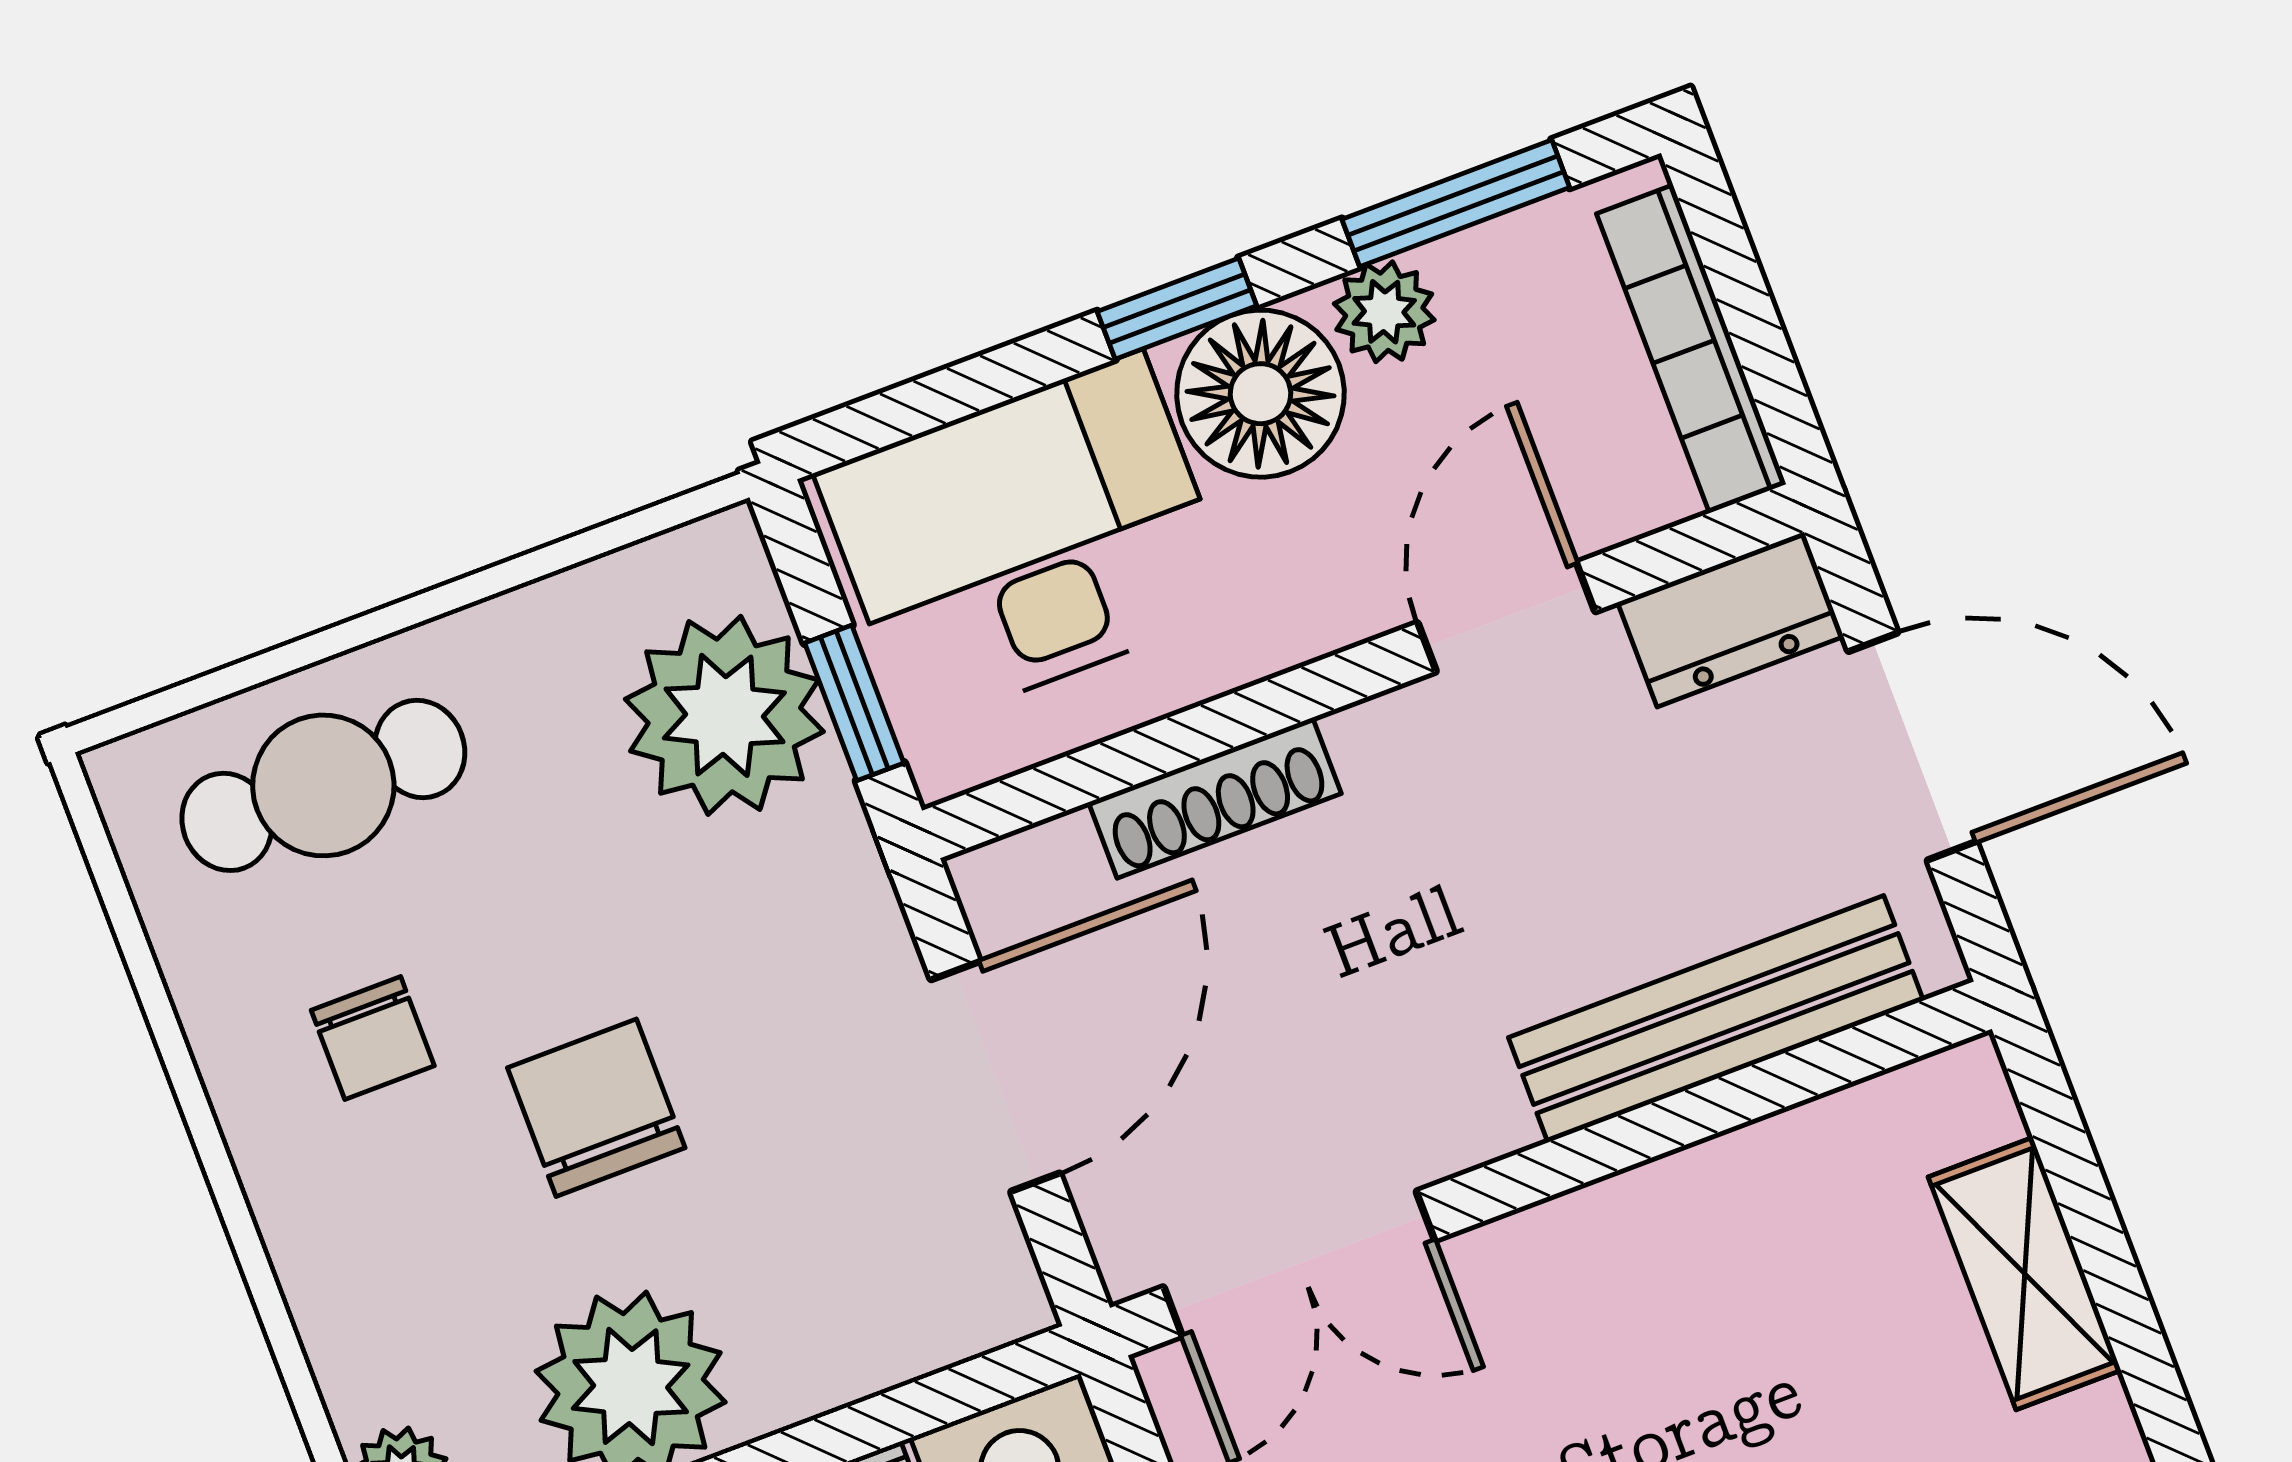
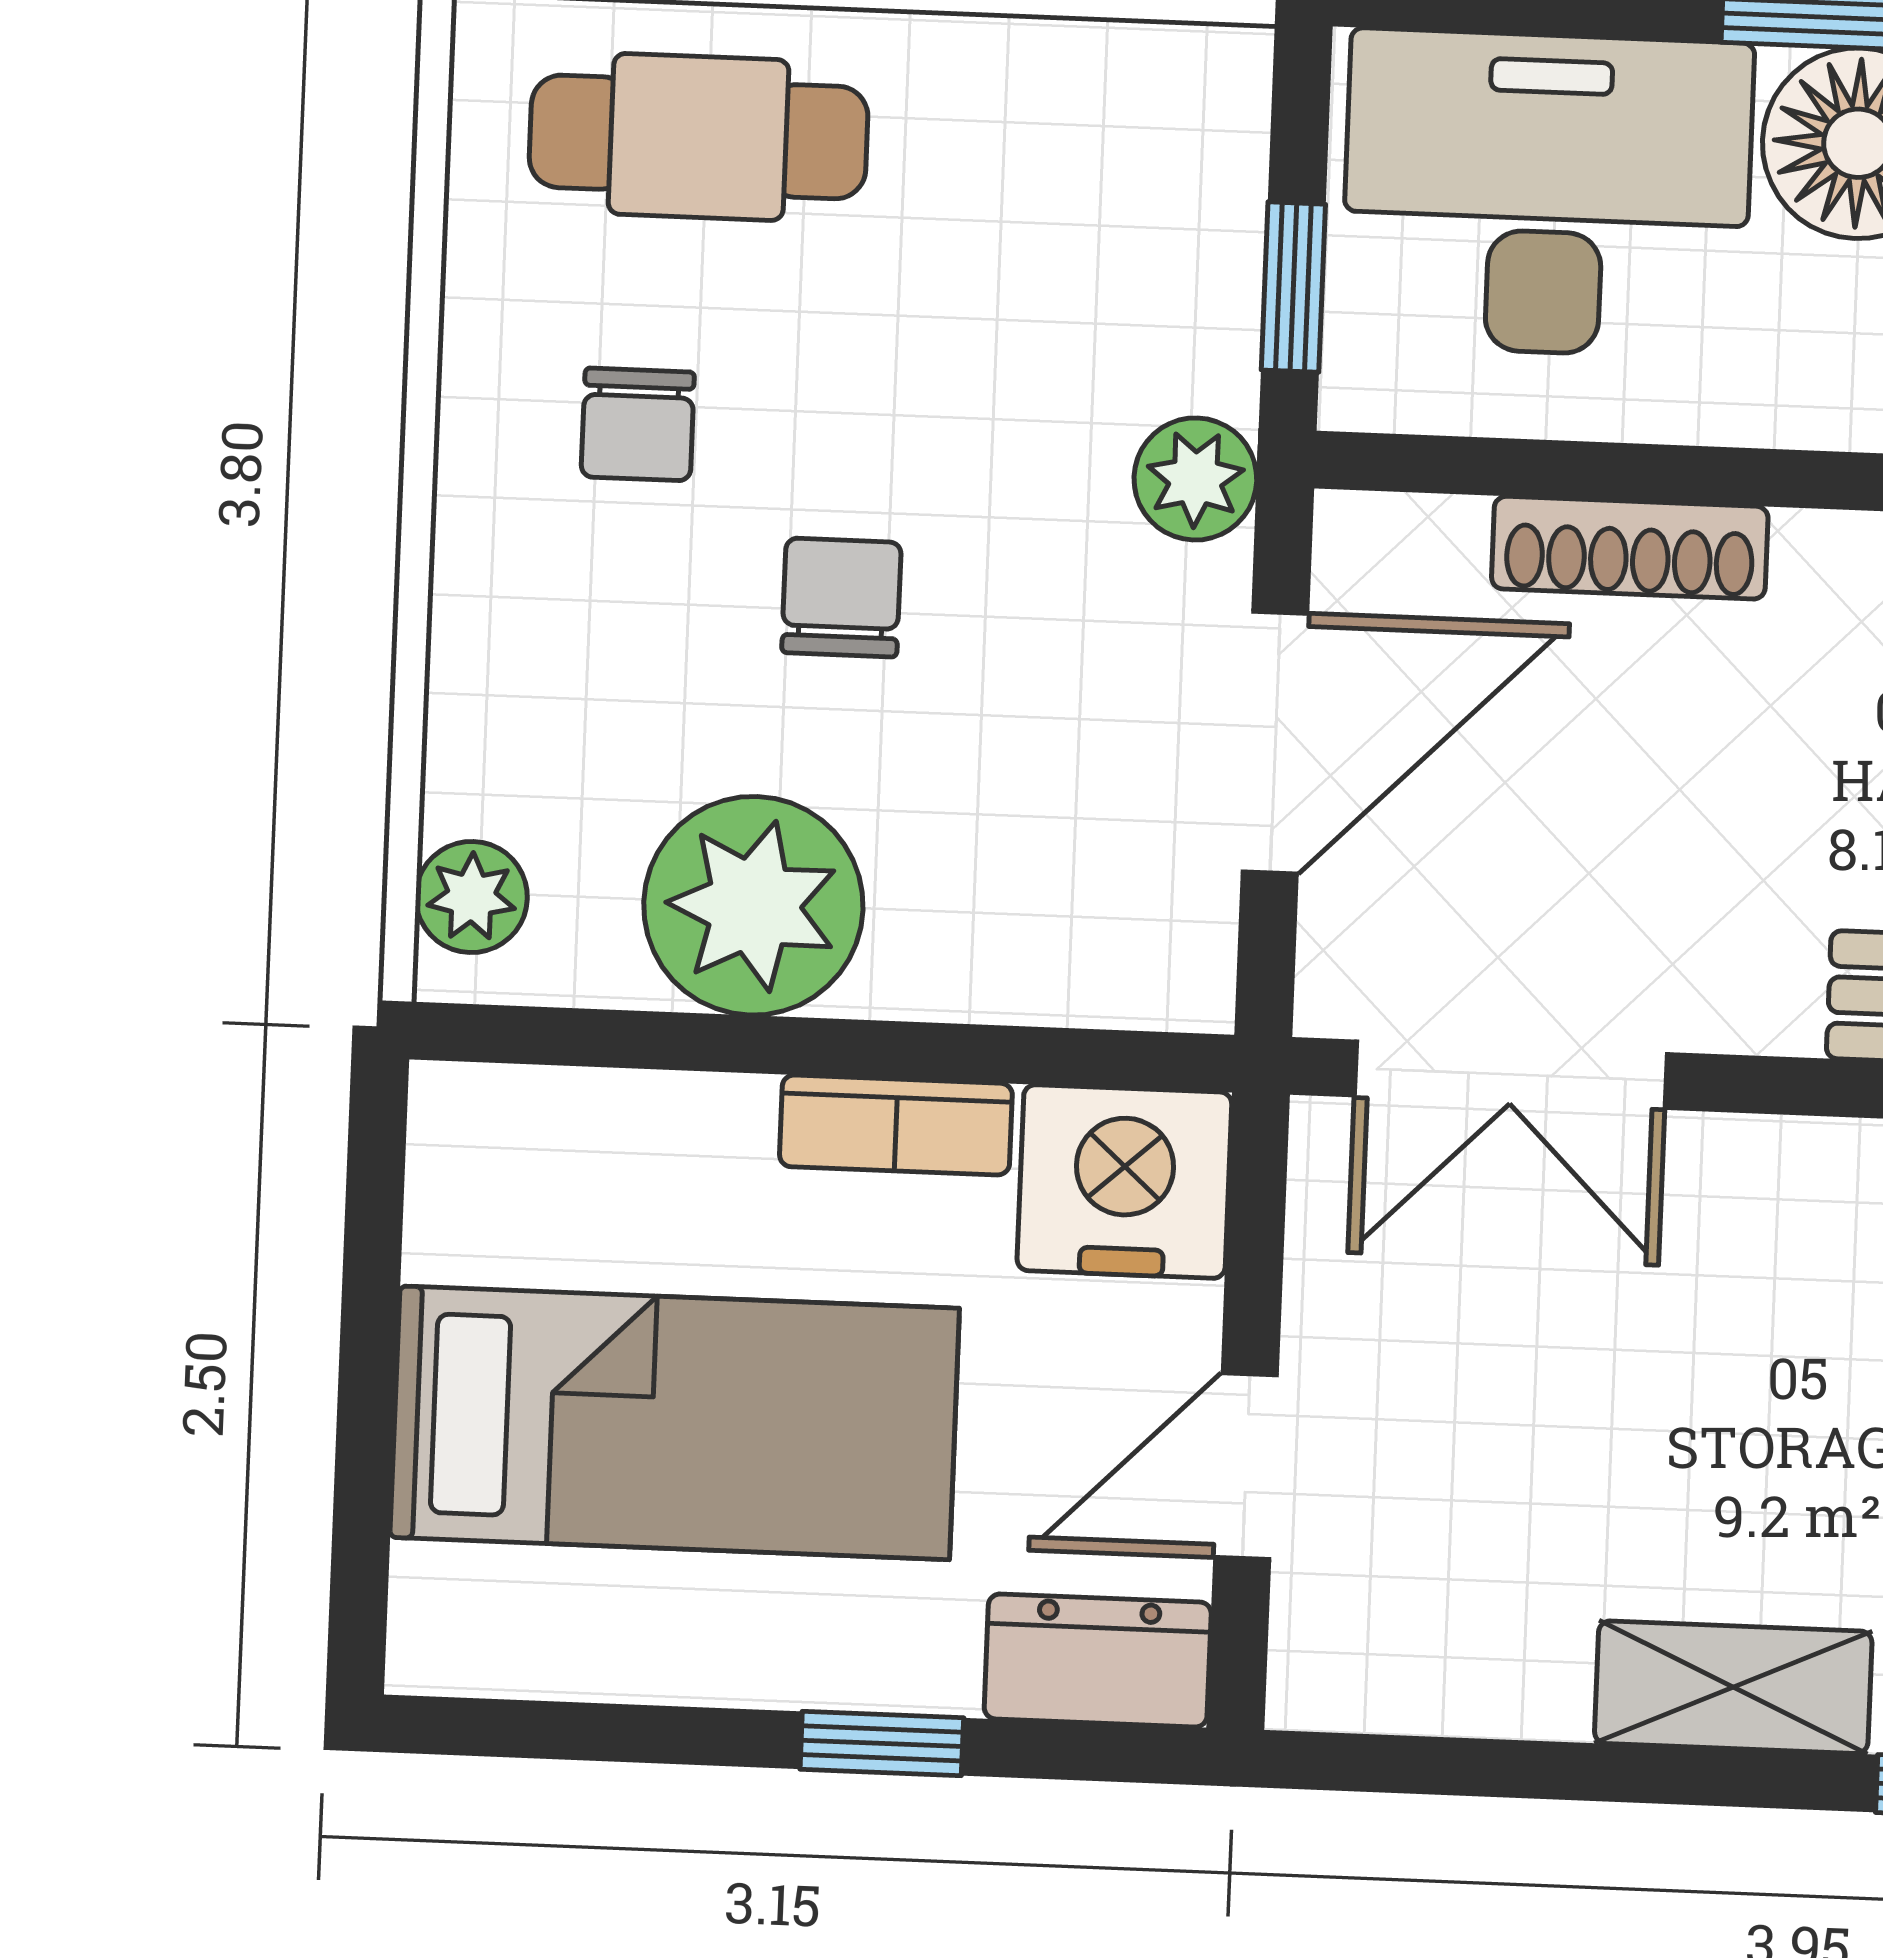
plant: (724, 715) -> (1195, 479), moved, width x0.53, depth x0.53
chair: (596, 1108) -> (841, 597), width x0.73, depth x0.73

